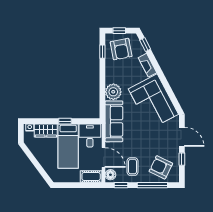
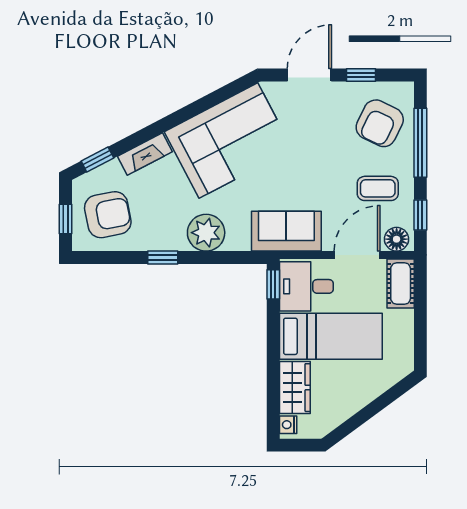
window: (102, 52) -> (163, 258), moved
window: (65, 121) -> (273, 284), moved
sofa: (114, 121) -> (286, 231), width x0.73

